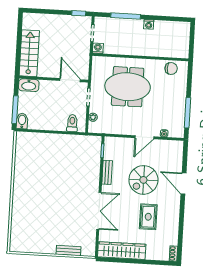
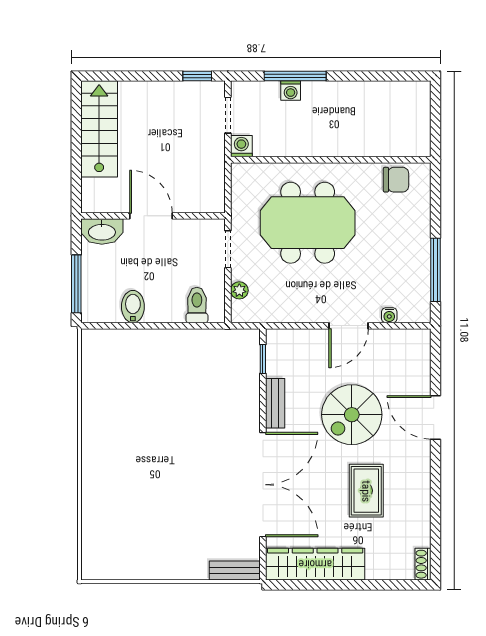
washing machine: (149, 24) -> (291, 91), moved
stairs: (29, 53) -> (99, 129), moved
door: (70, 80) -> (151, 216), moved
bidet: (22, 121) -> (133, 307), moved
double door: (99, 211) -> (263, 485), width x1.36
bench: (68, 251) -> (235, 570), moved

